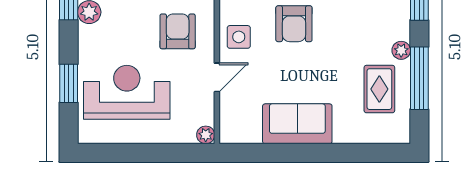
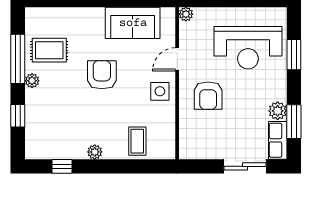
armchair: (294, 24) -> (102, 75), moved
rug: (379, 89) -> (49, 50), turned 90
sofa: (297, 124) -> (133, 23), moved

